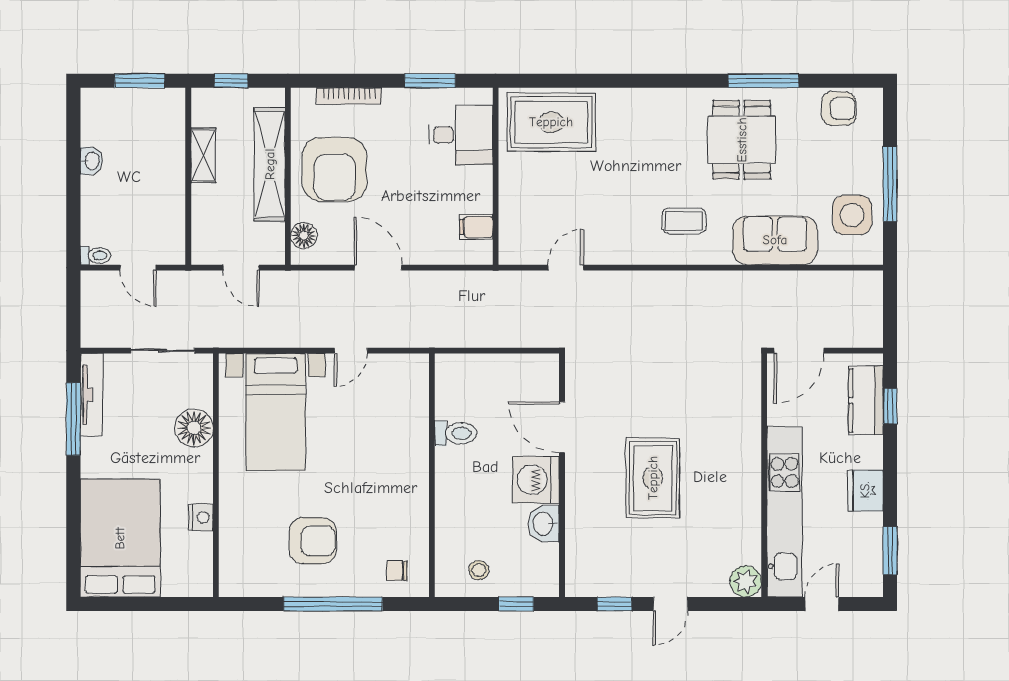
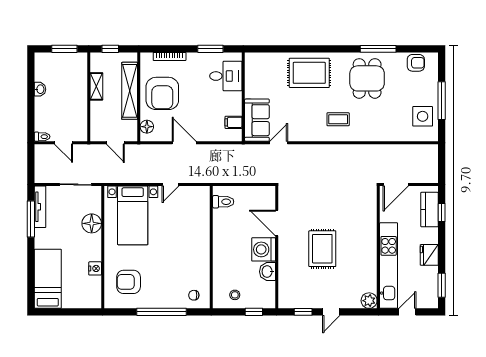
rug: (551, 122) -> (309, 73), moved
sofa: (775, 240) -> (257, 120), moved, turned 90
toilet: (456, 433) -> (223, 202), moved
bed: (120, 538) -> (48, 279), width x0.67
armchair: (313, 541) -> (129, 282), moved, turned 180

